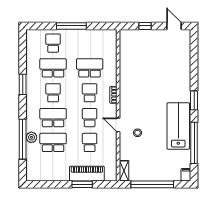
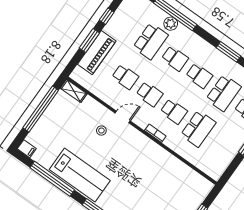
school desk: (53, 118) -> (175, 58), width x0.54
window: (57, 184) -> (107, 16), added

